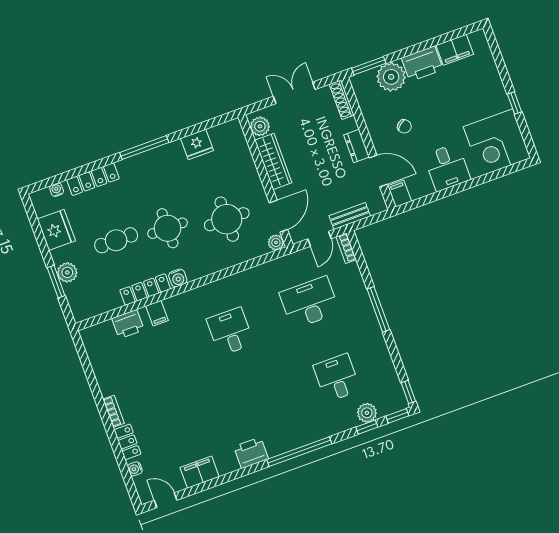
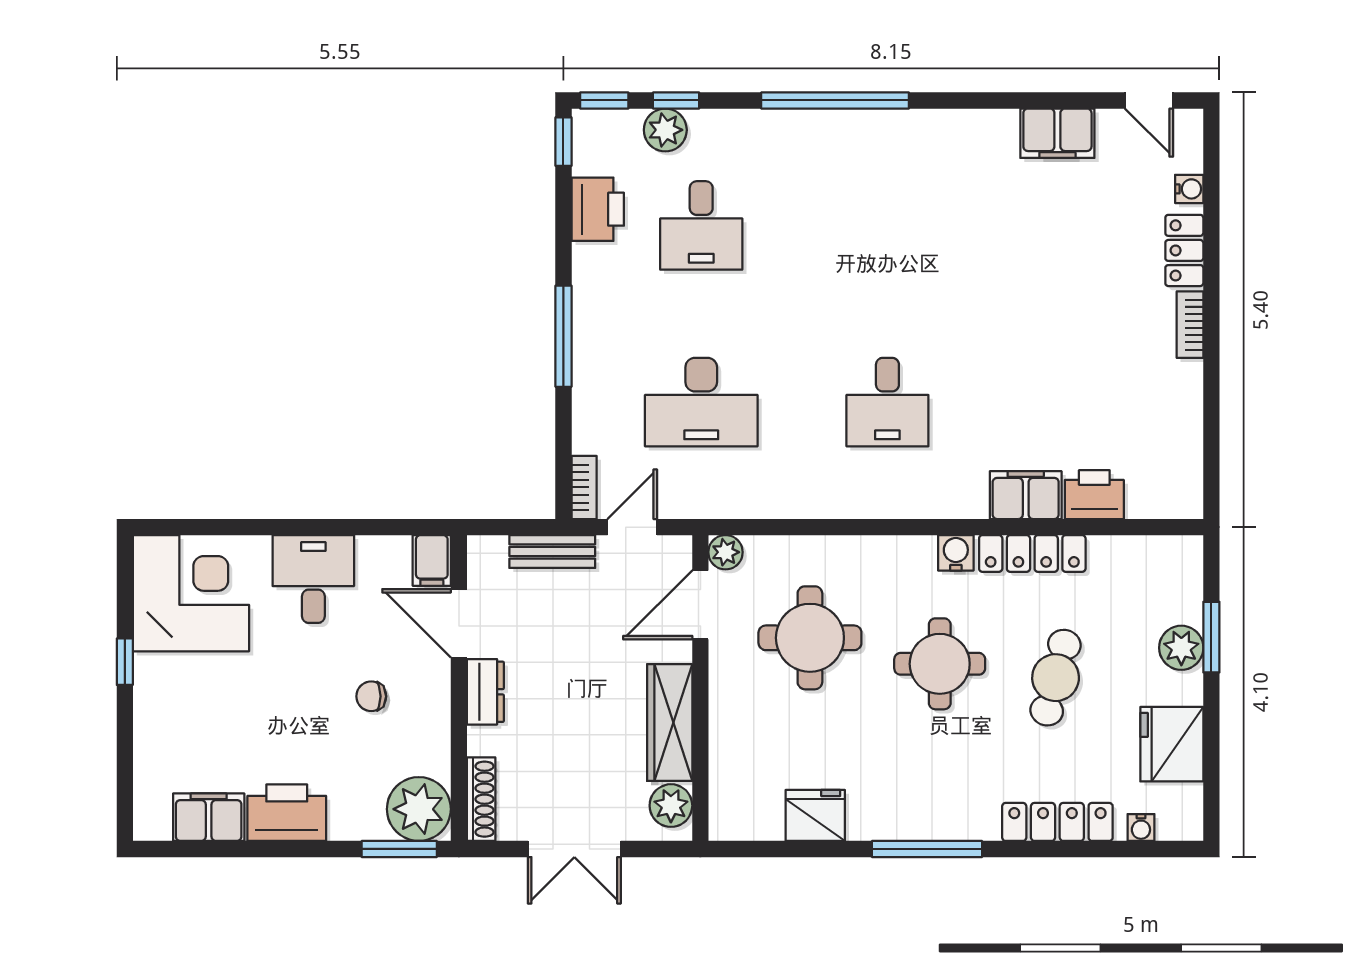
plant: (391, 77) -> (419, 809), moved
chair: (404, 126) -> (371, 696), turned -51
cafe table: (116, 240) -> (1056, 678), turned -75
filing cabinet: (157, 313) -> (1026, 495), width x2.00
printer: (251, 453) -> (598, 209), moved, turned -90

